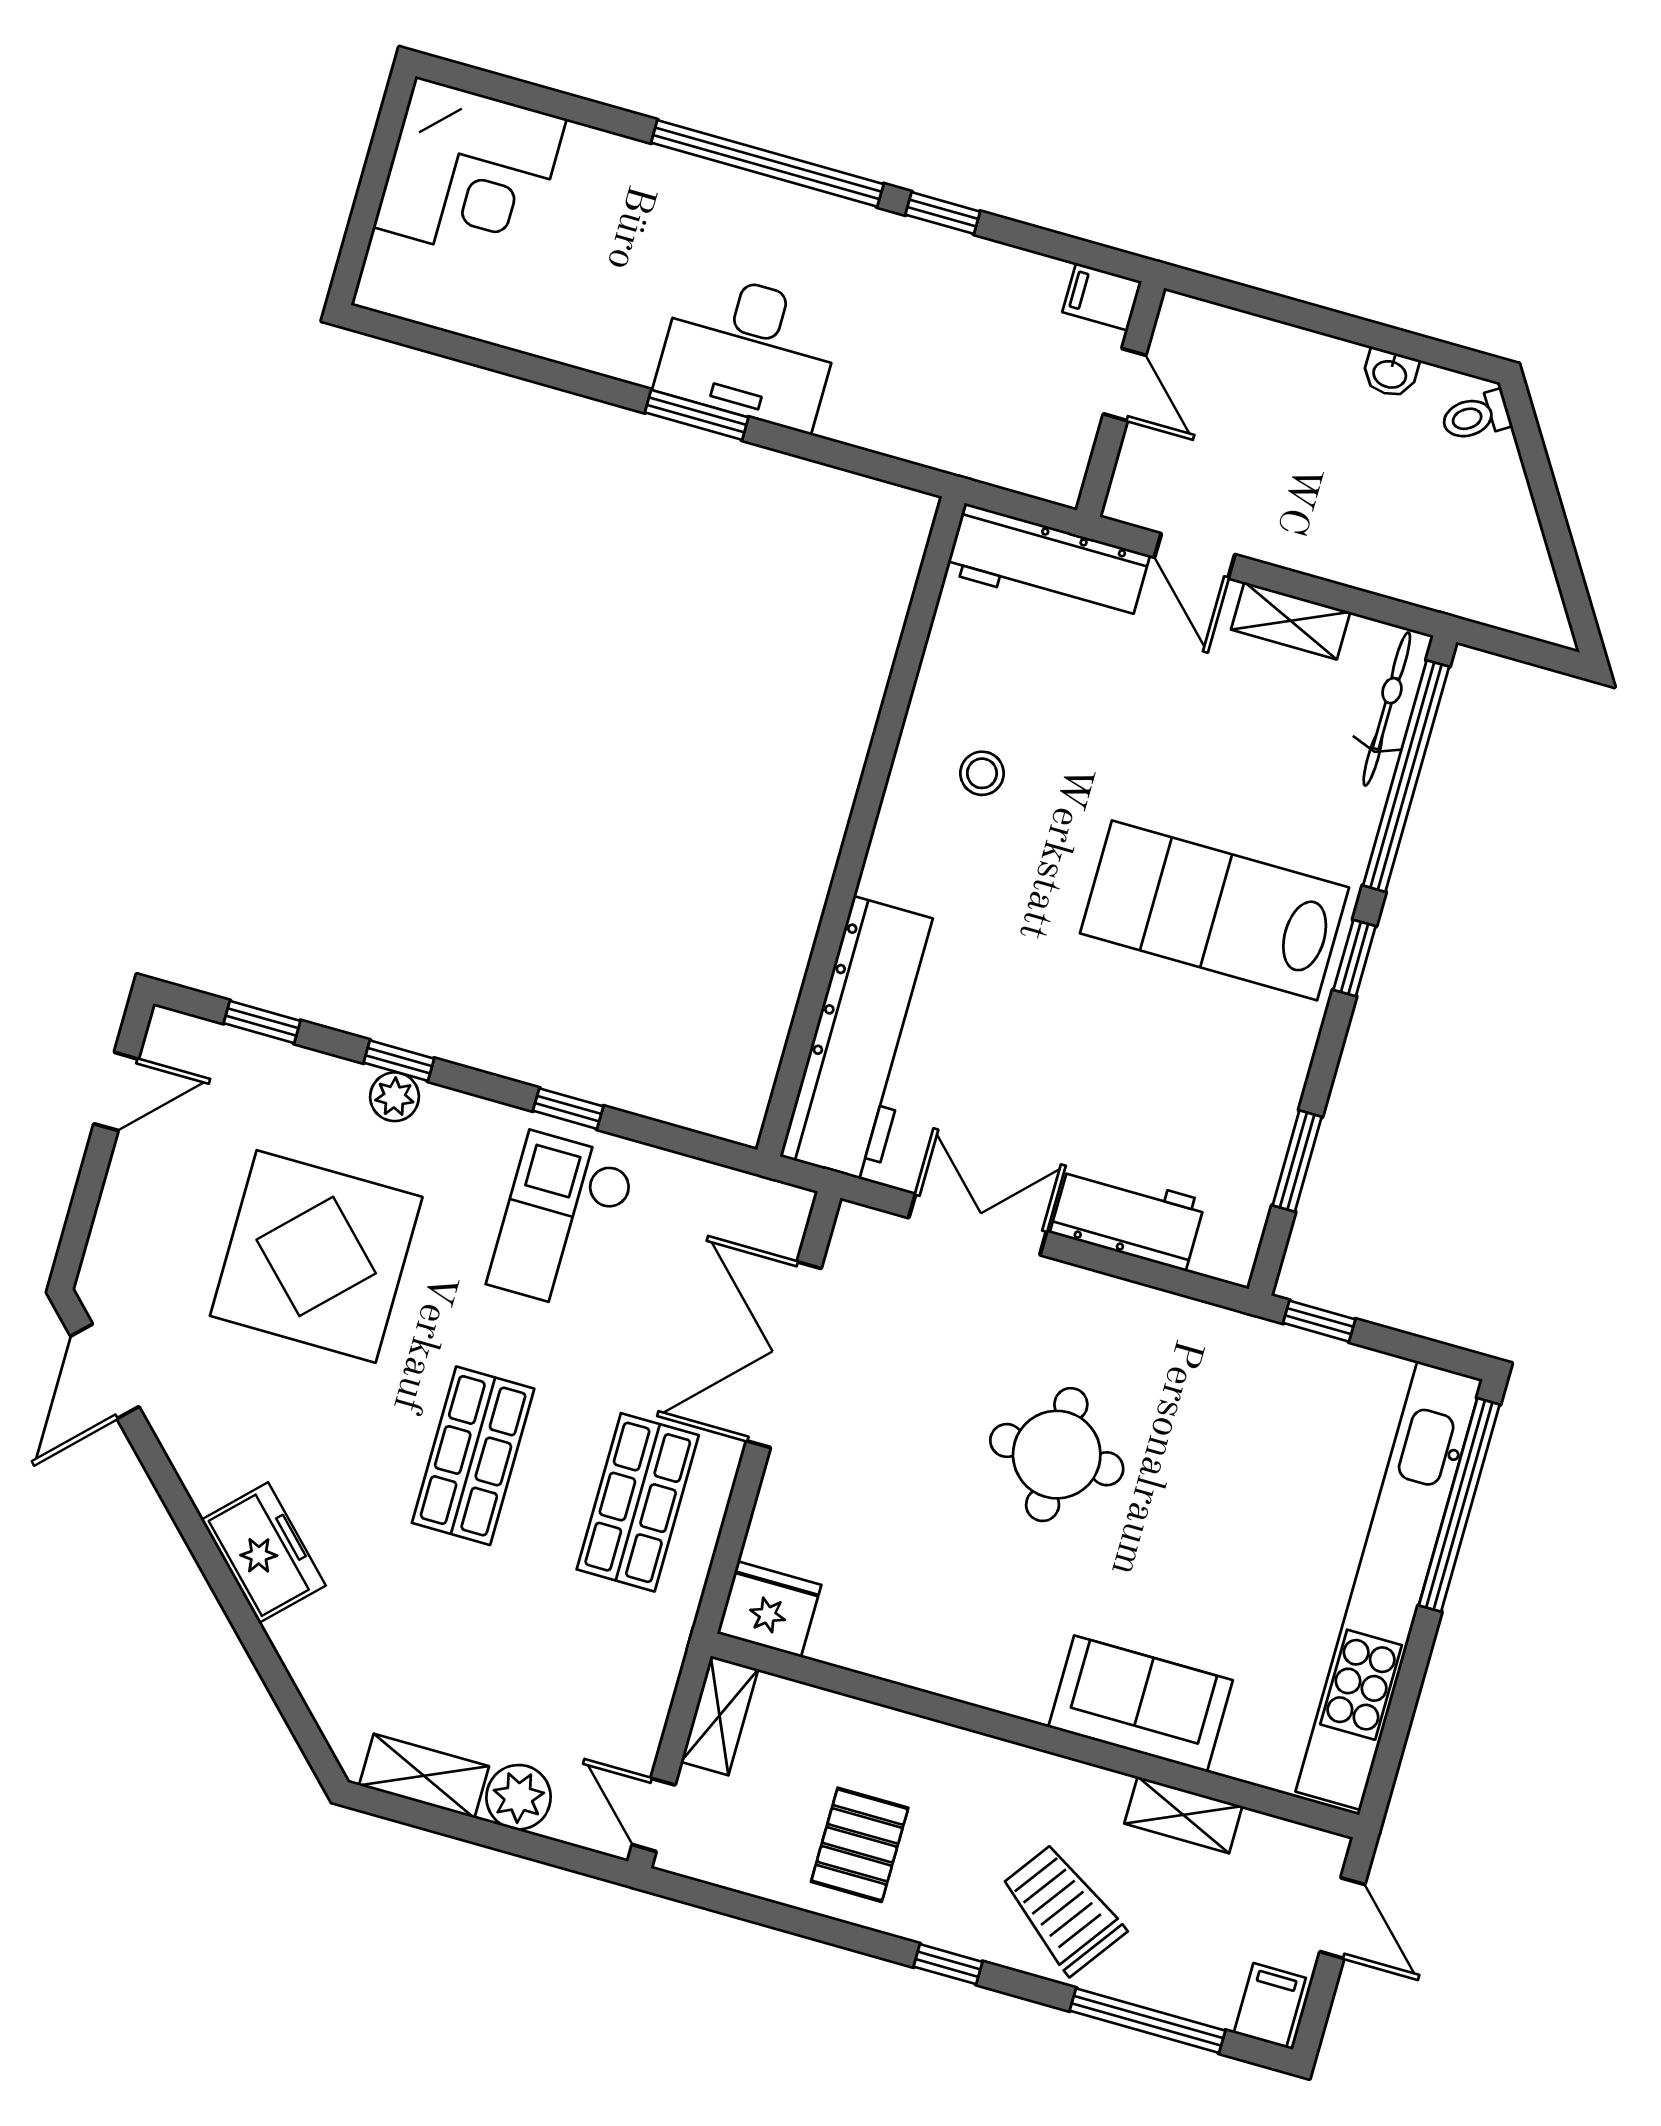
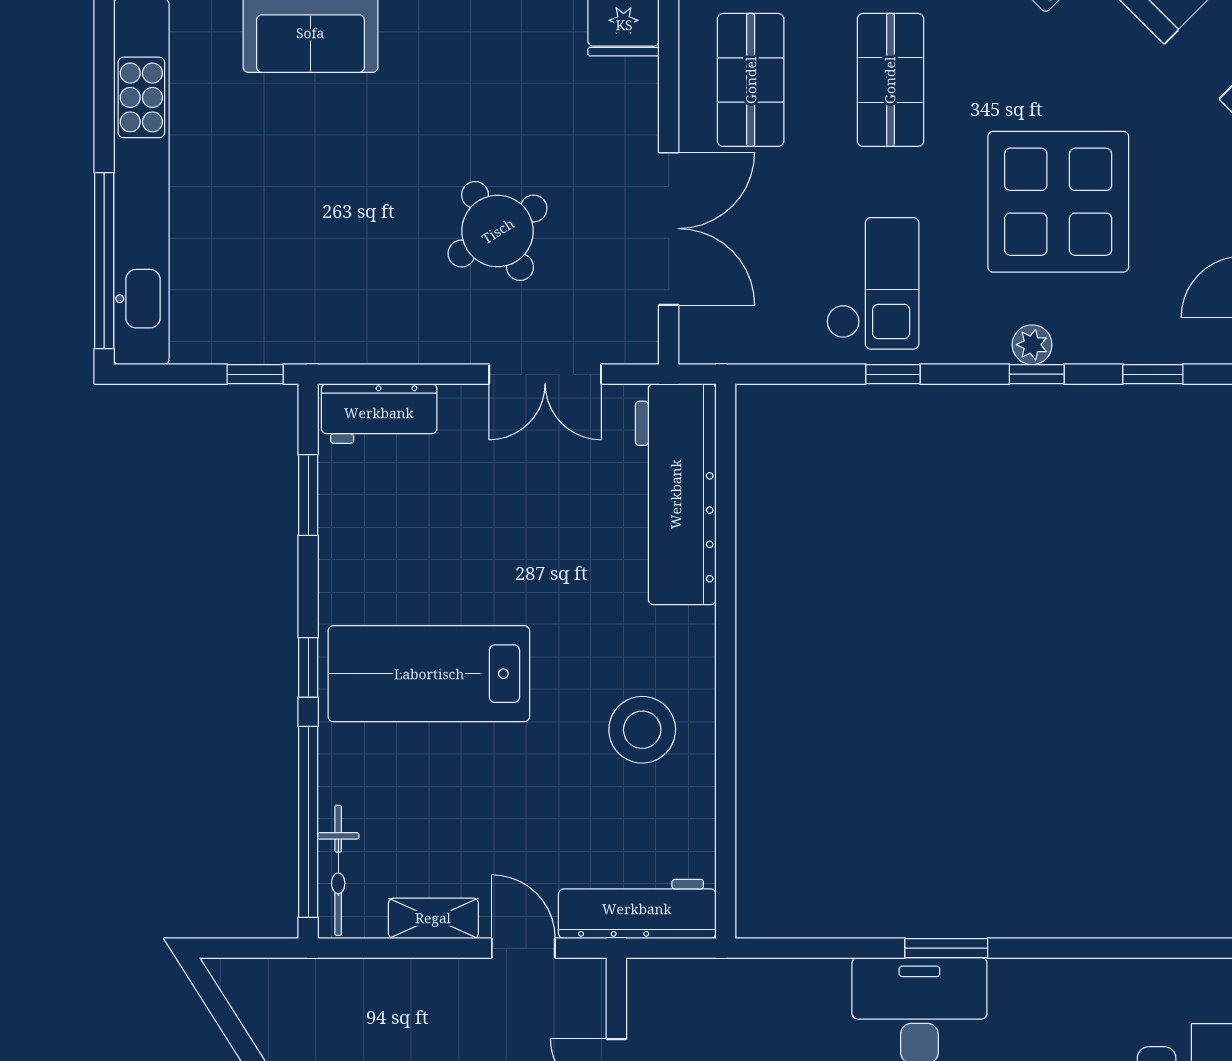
stool: (982, 773) -> (642, 730), width x1.89, depth x1.89
lab bench: (1214, 910) -> (429, 674), turned 180
workbench: (1128, 1217) -> (379, 413), moved
round table: (1057, 1455) -> (498, 231), moved, turned -32

